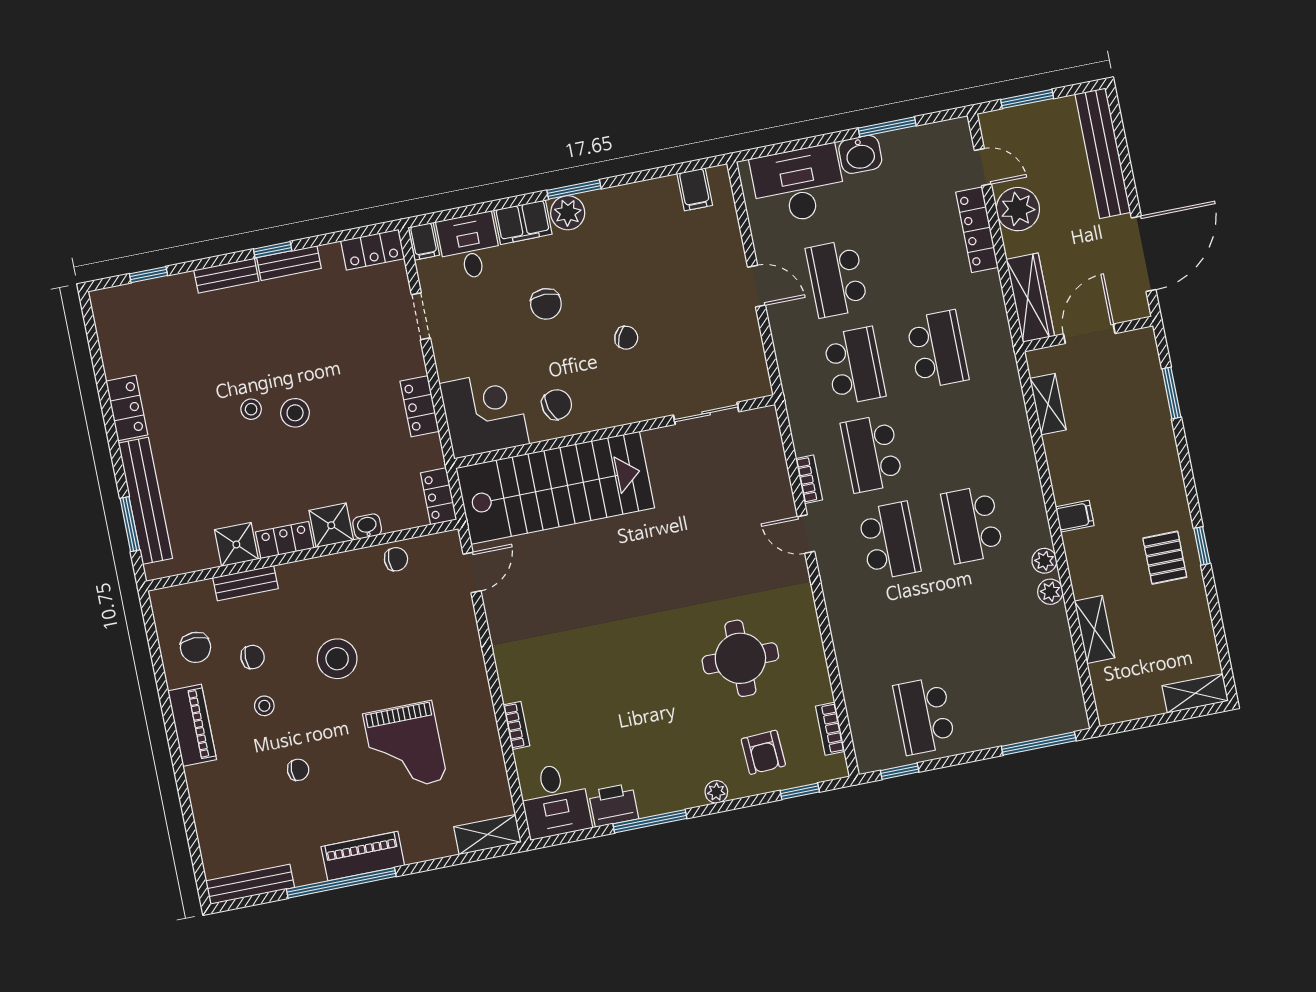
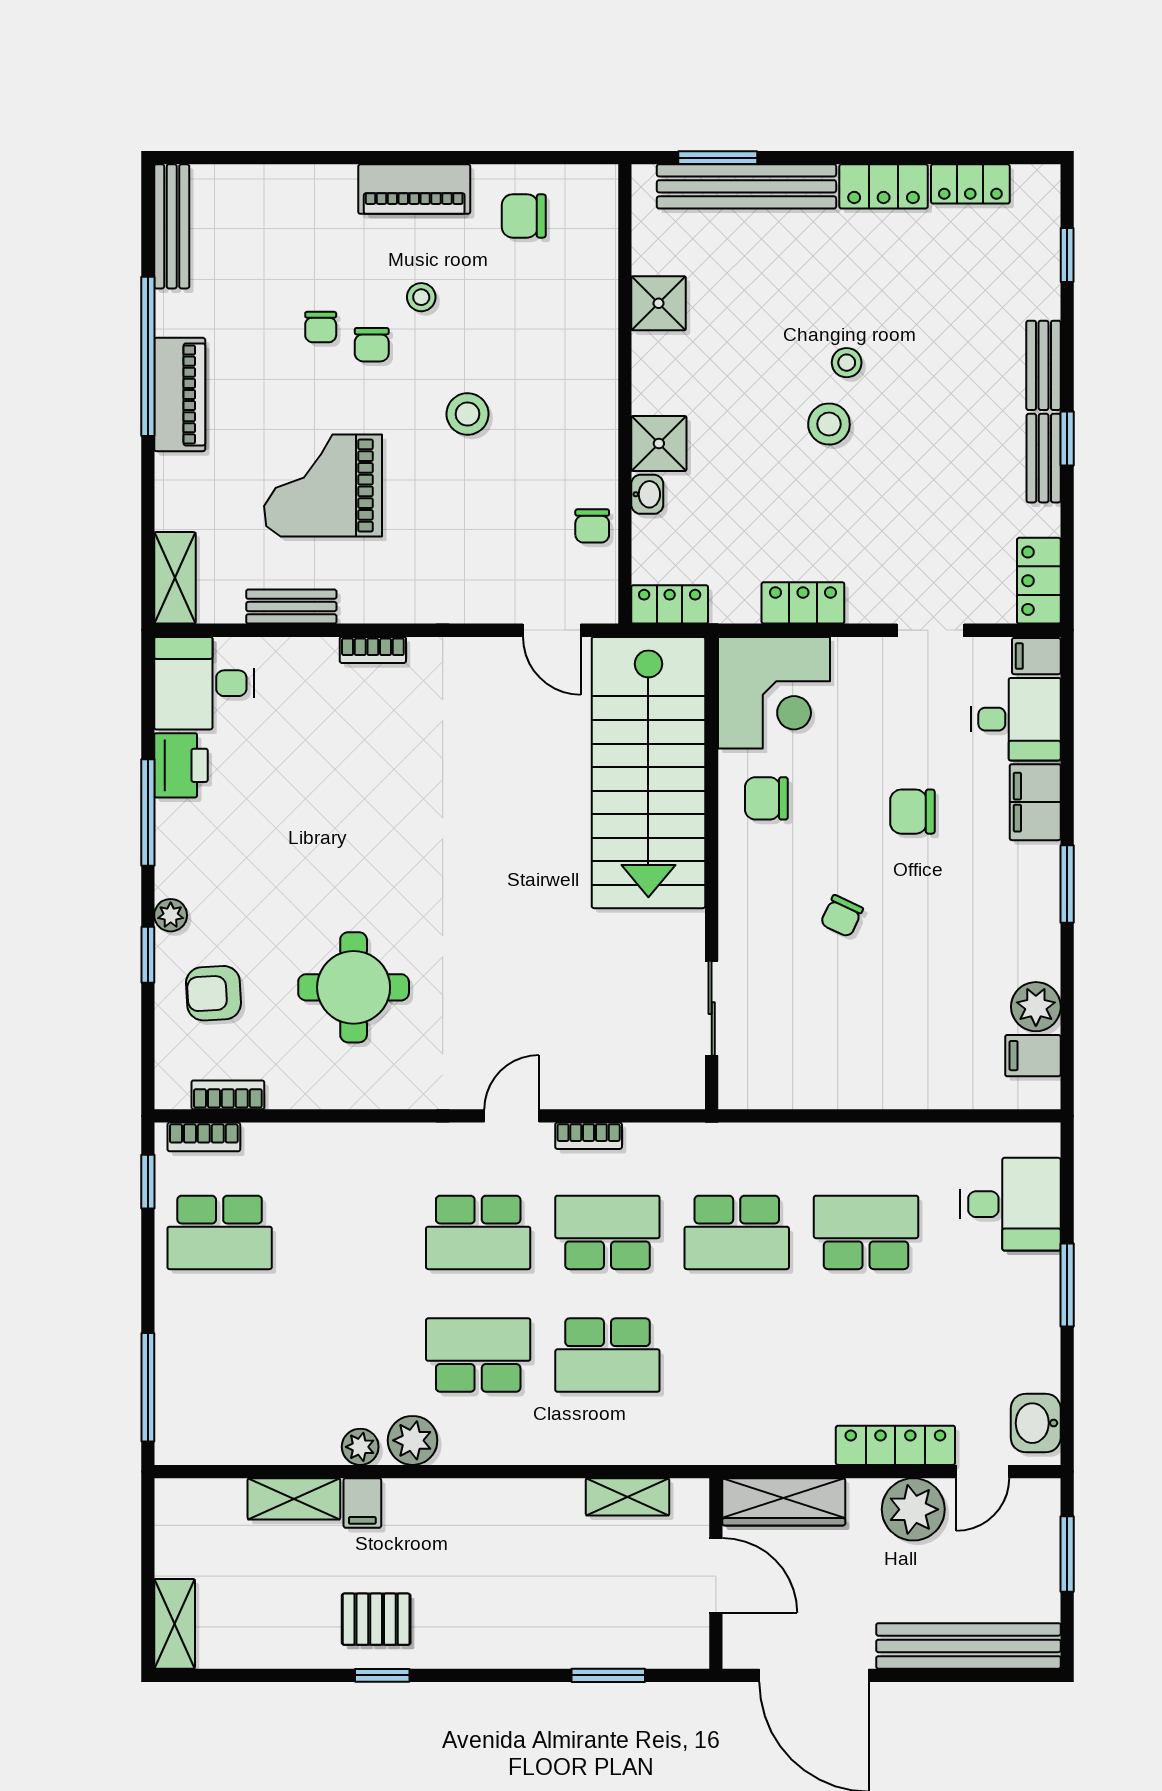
window: (887, 127) -> (1067, 1285), moved
washbasin: (860, 154) -> (1036, 1423), moved
desk: (798, 185) -> (1010, 1204), width x0.73
plant: (568, 213) -> (1036, 1007), moved
door: (756, 286) -> (878, 1116), removed
school desk: (937, 349) -> (607, 1355), moved
chair: (557, 405) -> (766, 798), turned 107
filing cabinet: (1075, 516) -> (362, 1503), moved
locker: (285, 540) -> (970, 184), moved, turned 90
plant: (1044, 561) -> (413, 1440), width x1.38, depth x1.38
bench: (246, 583) -> (291, 607), moved, turned 90
chair: (253, 657) -> (372, 345), moved
stool: (337, 659) -> (468, 414), width x0.73, depth x0.73
school desk: (924, 716) -> (220, 1232), turned 180
bookcase: (516, 725) -> (373, 650), moved
bookcase: (862, 739) -> (204, 1137), added
window: (800, 791) -> (148, 955), moved

